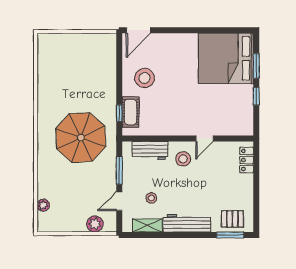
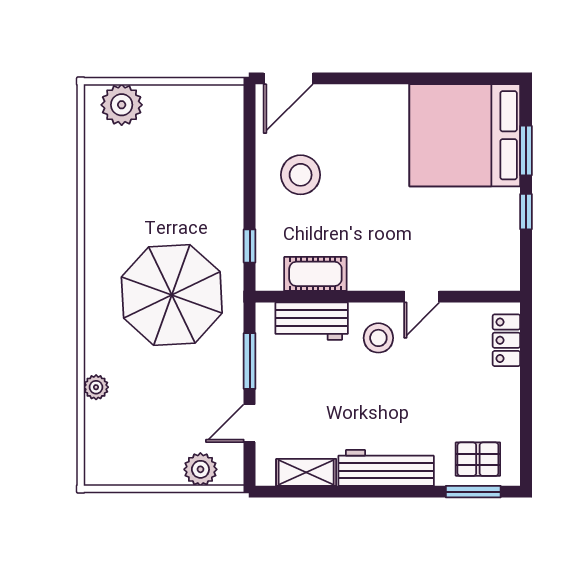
plant: (56, 43) -> (122, 105), added
cot: (131, 112) -> (315, 274), moved, turned 90
stool: (151, 198) -> (314, 417), removed
plant: (43, 205) -> (96, 387), moved

